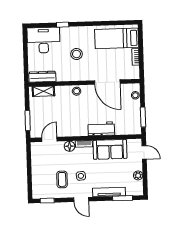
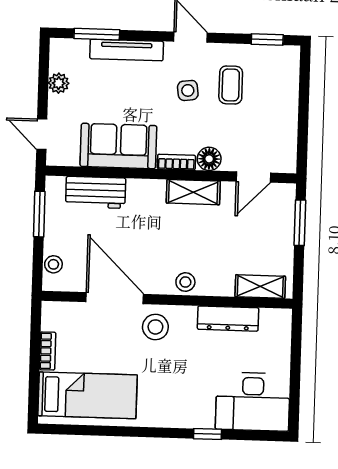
stool: (76, 54) -> (155, 327), moved
dresser: (42, 77) -> (228, 319), moved
workbench: (101, 129) -> (96, 192), moved
shelving: (76, 131) -> (193, 192), added

